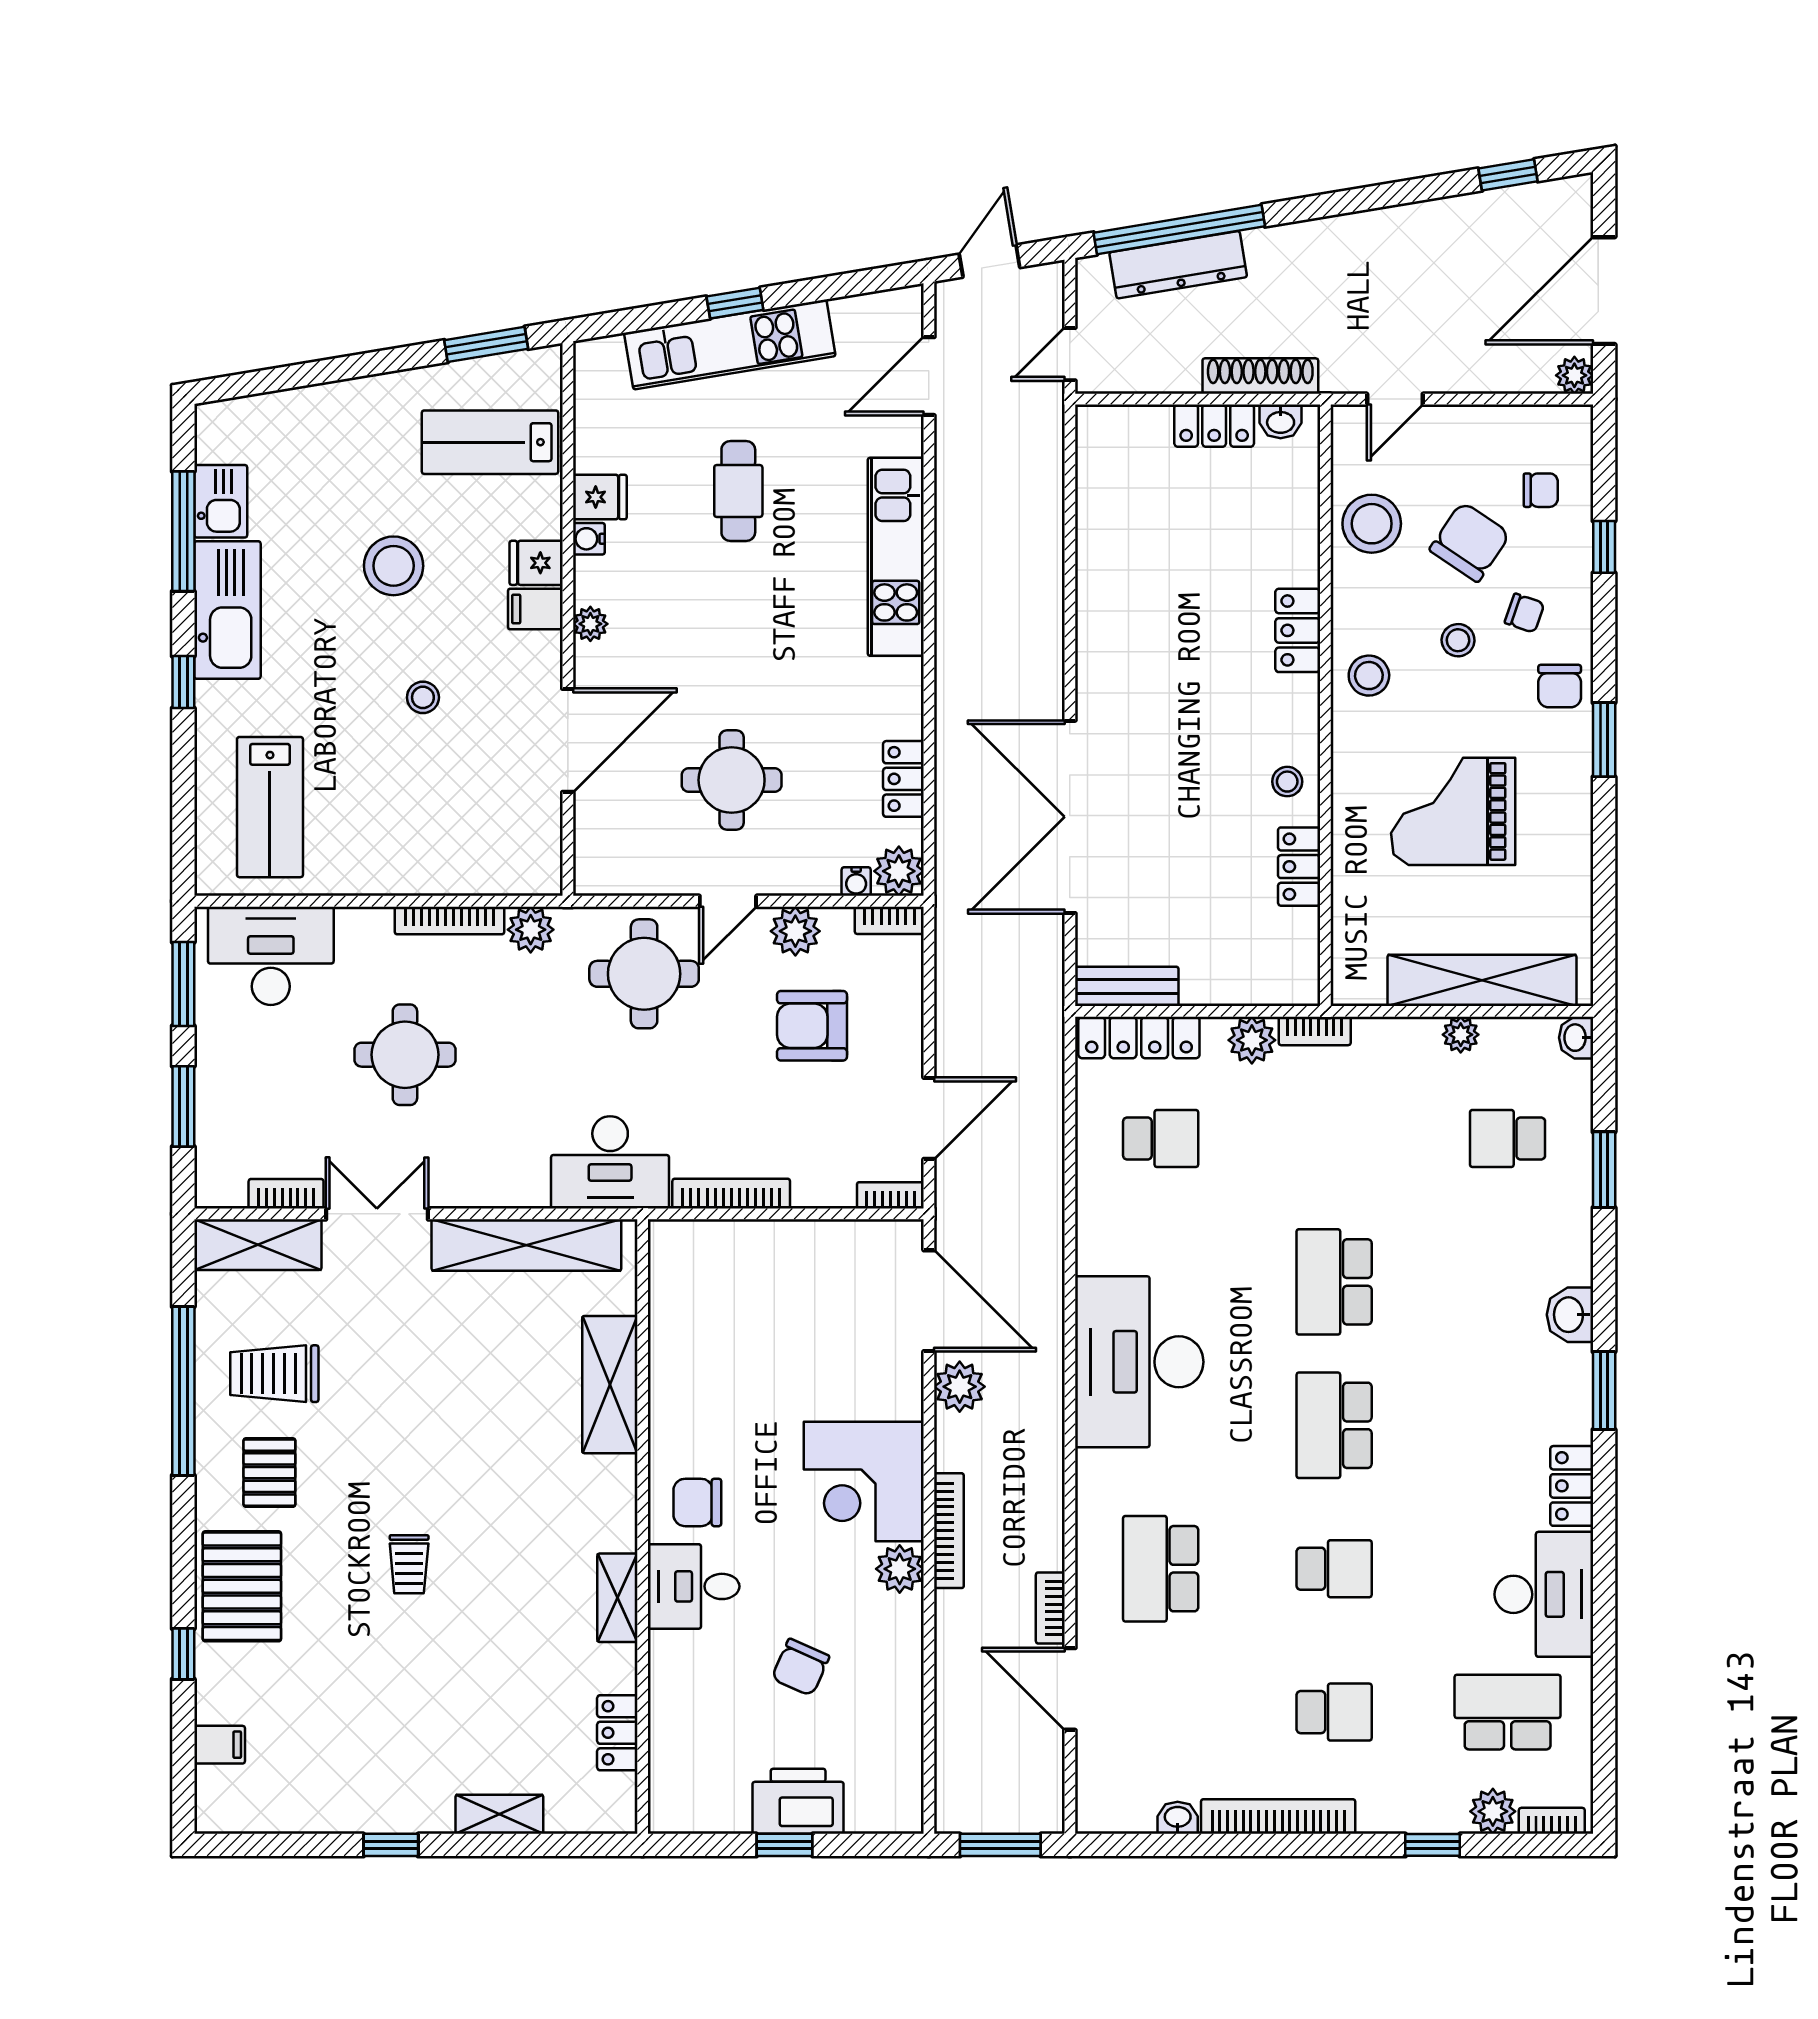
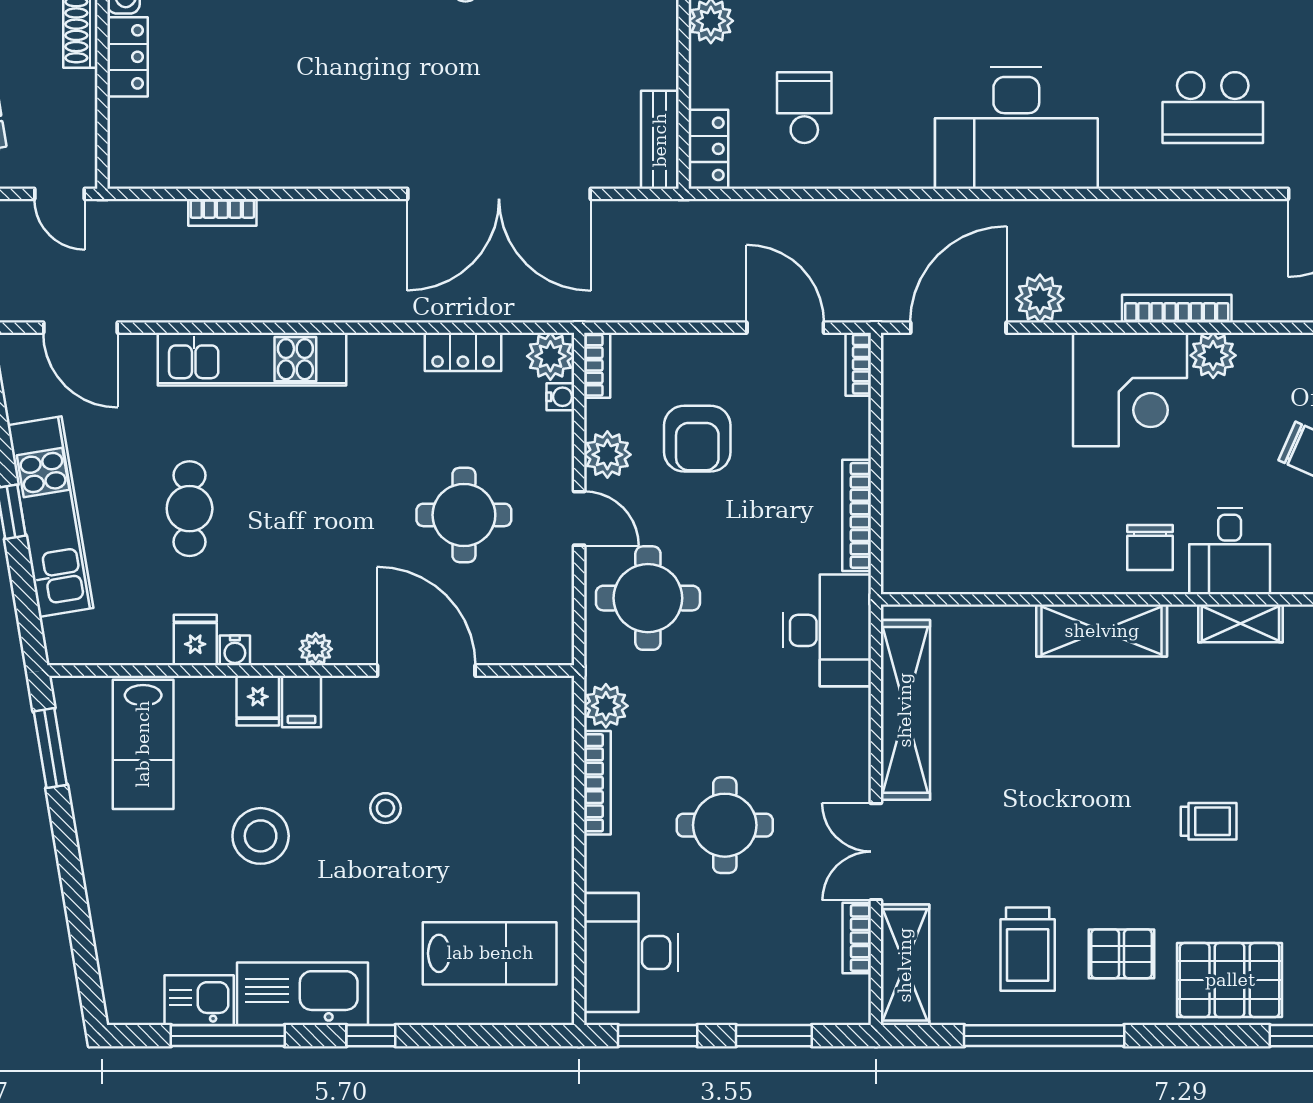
cafe table: (738, 491) -> (190, 509), turned 90
locker: (1139, 1037) -> (708, 149), width x0.66
shelving: (610, 1385) -> (1102, 631), moved
bookcase: (1050, 1608) -> (222, 212), moved

